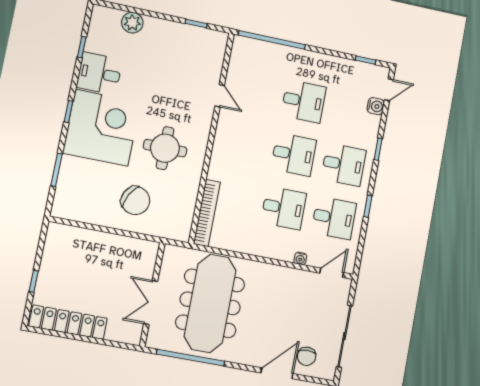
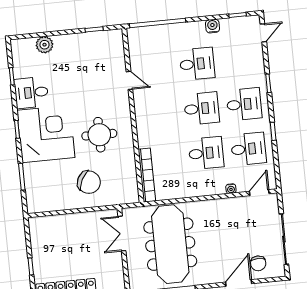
water cooler: (376, 106) -> (213, 26), moved, turned -90
double door: (151, 302) -> (122, 234), moved

